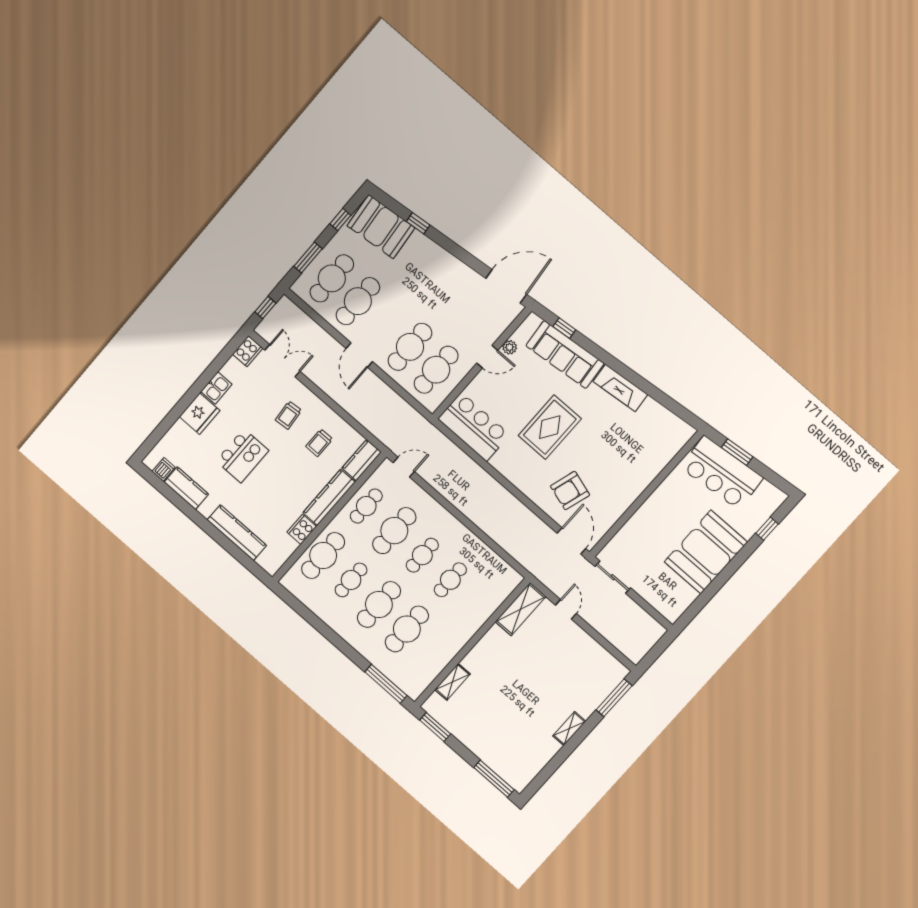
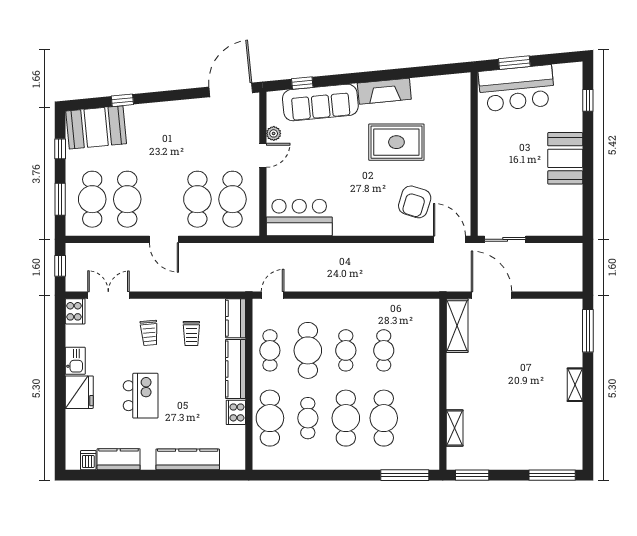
rug: (550, 427) -> (396, 142), moved, turned 90
booth: (706, 552) -> (565, 158), width x0.73, depth x0.70
door: (566, 609) -> (491, 295), width x1.88

